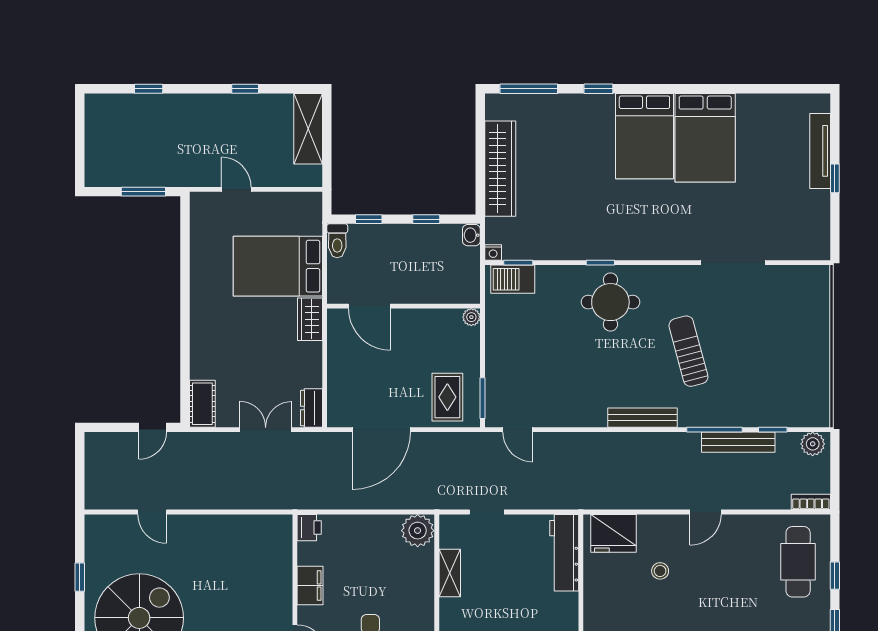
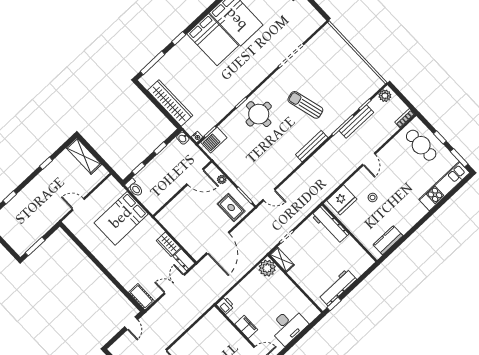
window: (143, 192) -> (35, 246), moved
door: (369, 306) -> (195, 177), moved
plant: (471, 317) -> (222, 180), moved
wardrobe: (310, 319) -> (168, 244), moved
shelving: (450, 573) -> (282, 260), moved

